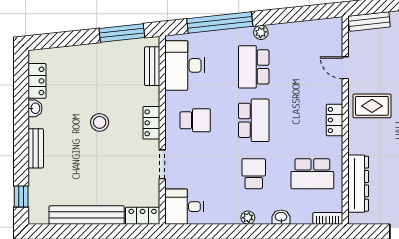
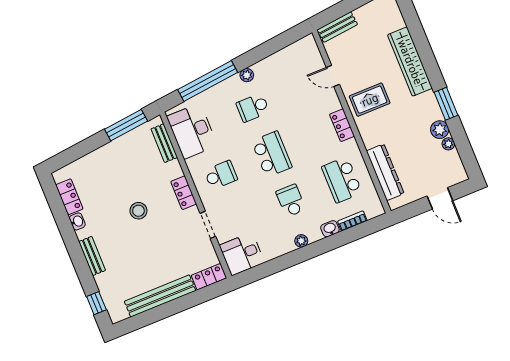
school desk: (254, 67) -> (253, 108), width x0.54
school desk: (312, 174) -> (342, 180), turned 90
bookcase: (328, 218) -> (352, 221), moved

